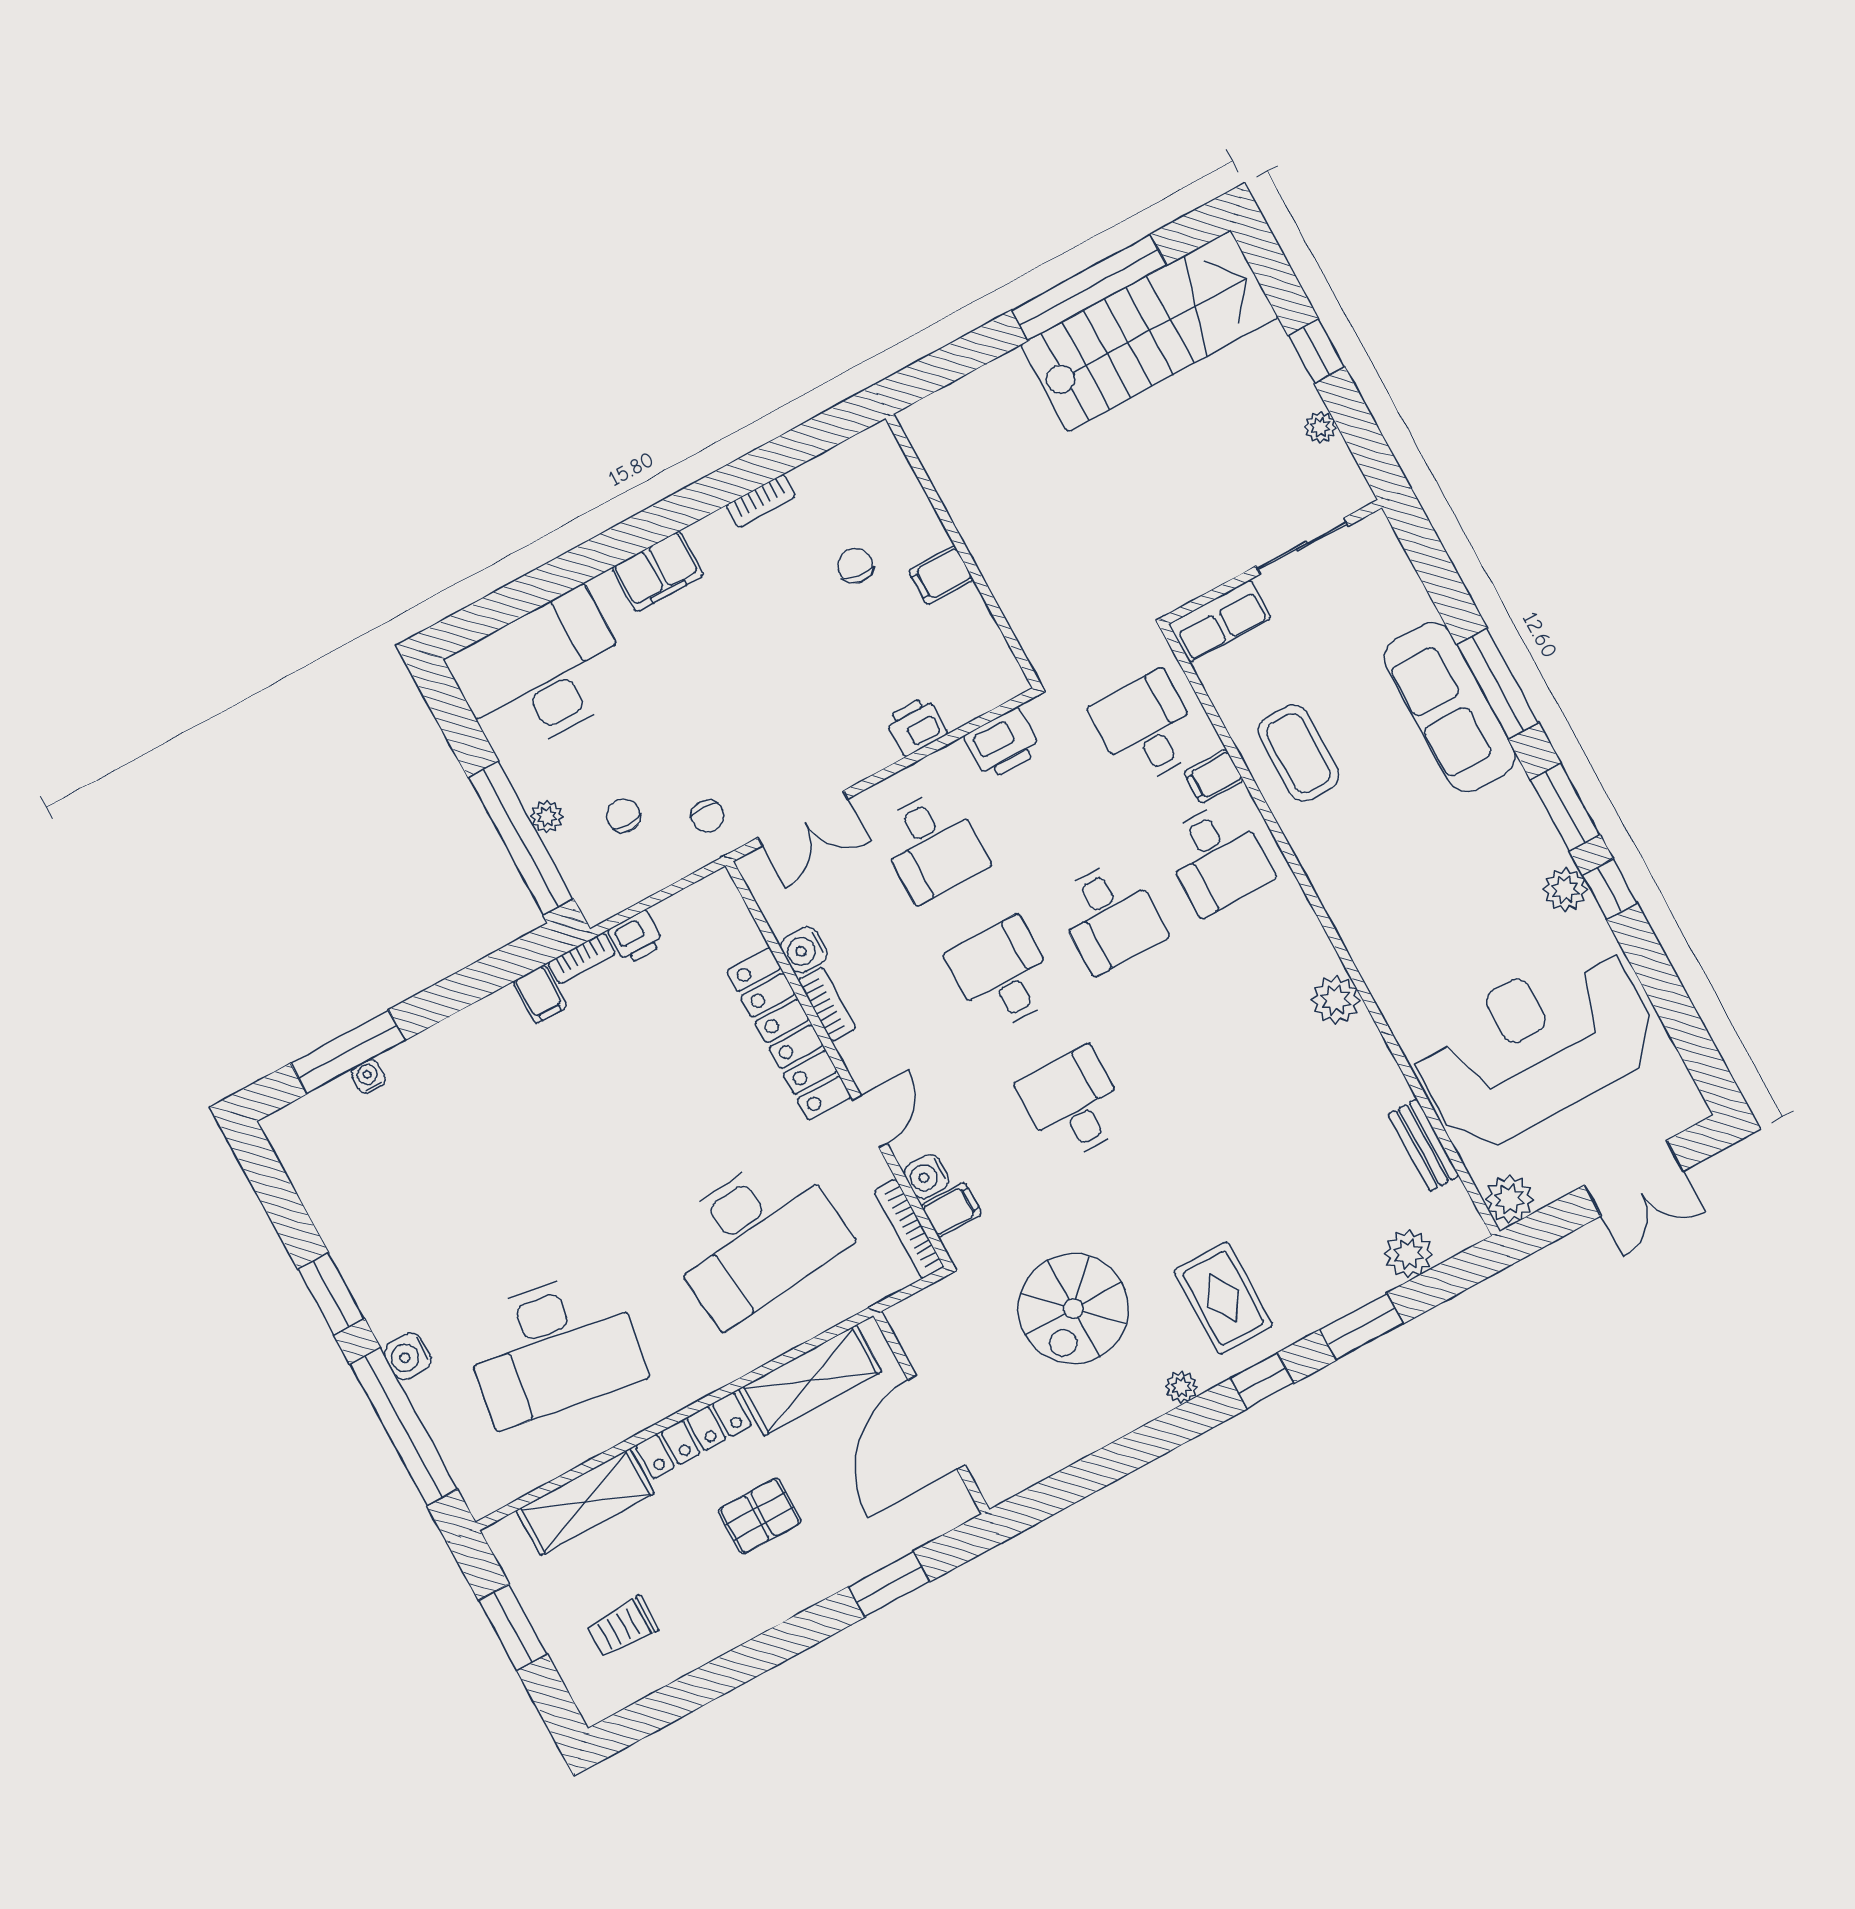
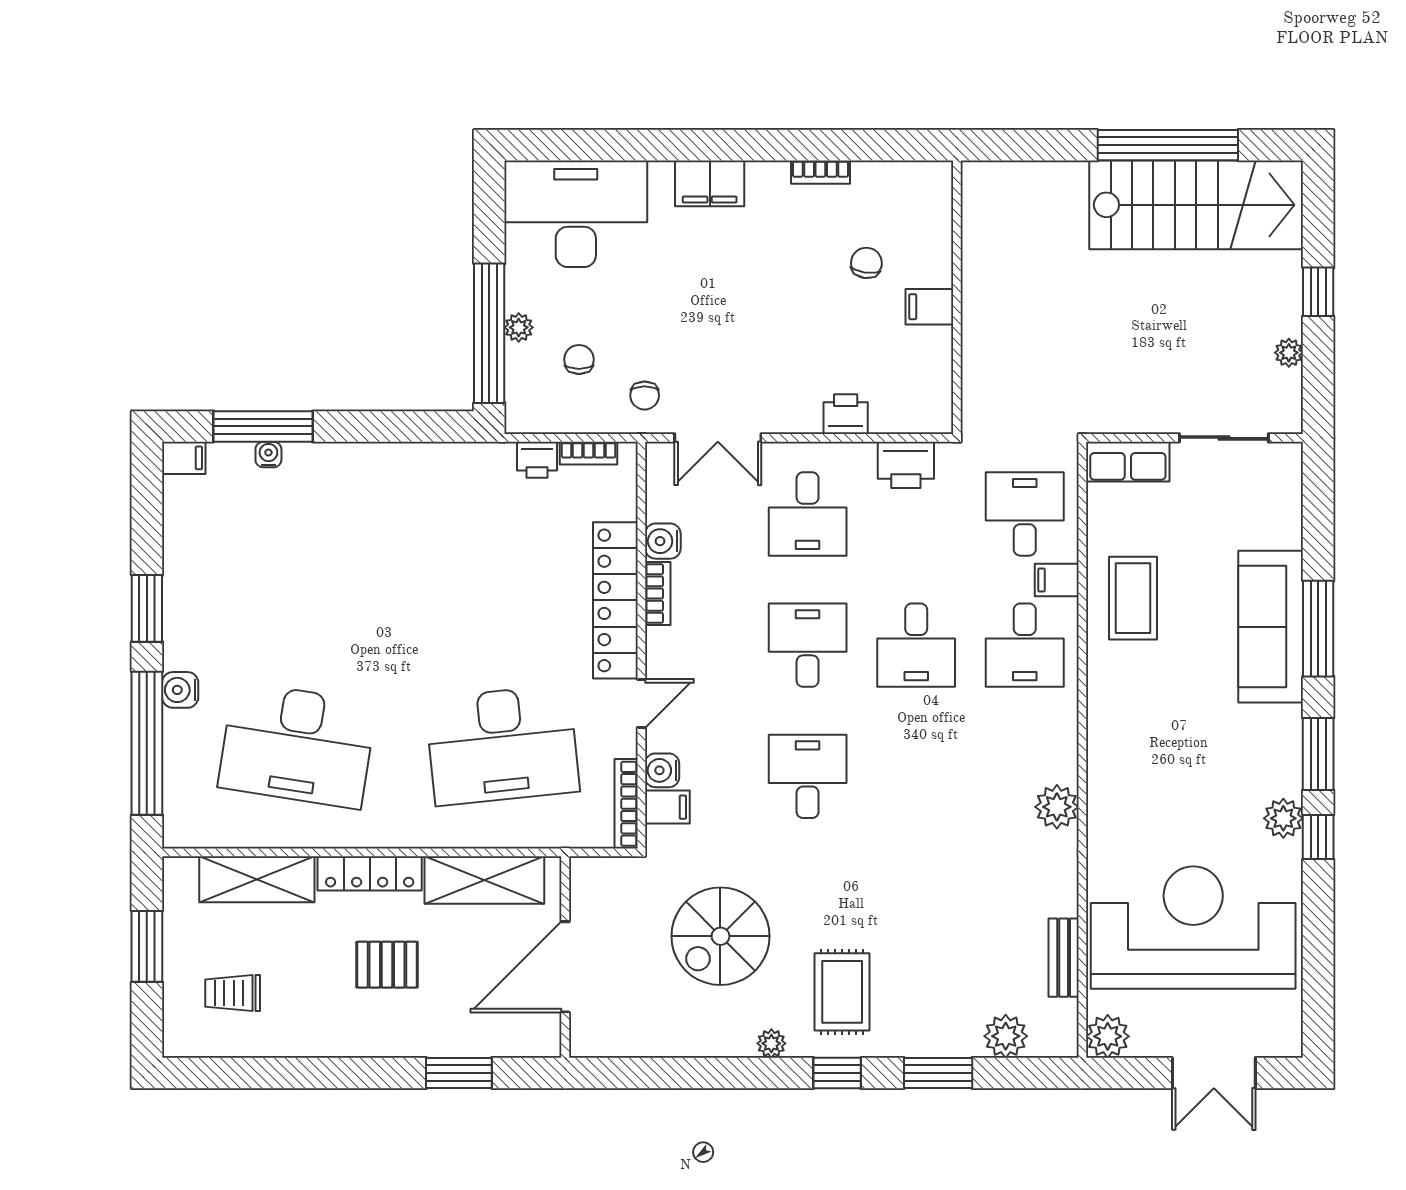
bookcase: (582, 958) -> (589, 453), moved
filing cabinet: (540, 994) -> (184, 458), moved, turned -90

